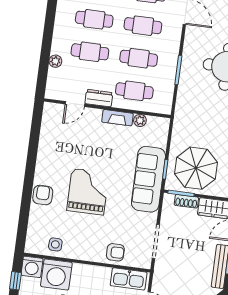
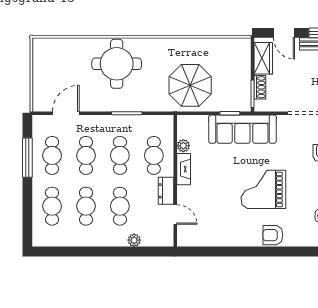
parasol: (196, 168) -> (190, 85), moved

